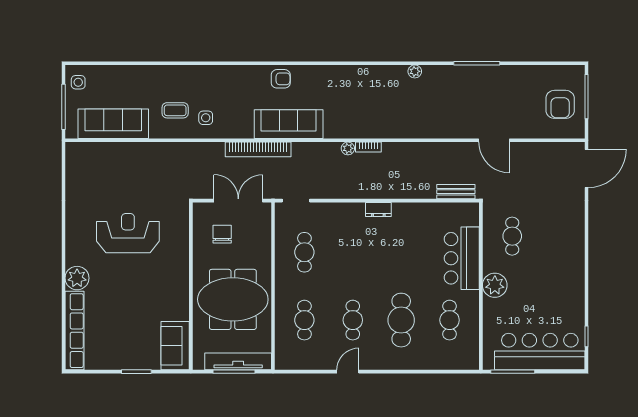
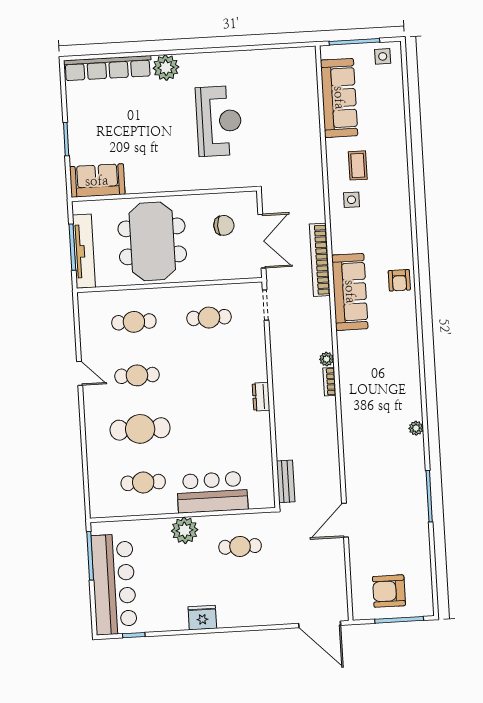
fridge: (574, 274) -> (202, 618), added

